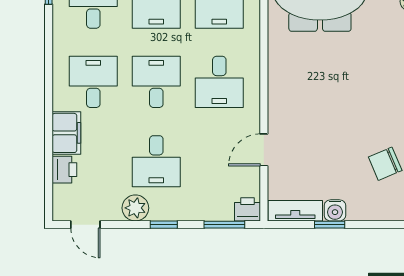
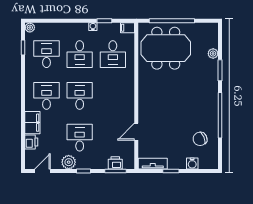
desk: (219, 82) -> (113, 96), removed
desk: (156, 161) -> (80, 138), turned 180
printer: (247, 209) -> (115, 163), moved
water cooler: (335, 210) -> (192, 163), moved
door: (85, 225) -> (42, 171), swing flipped

